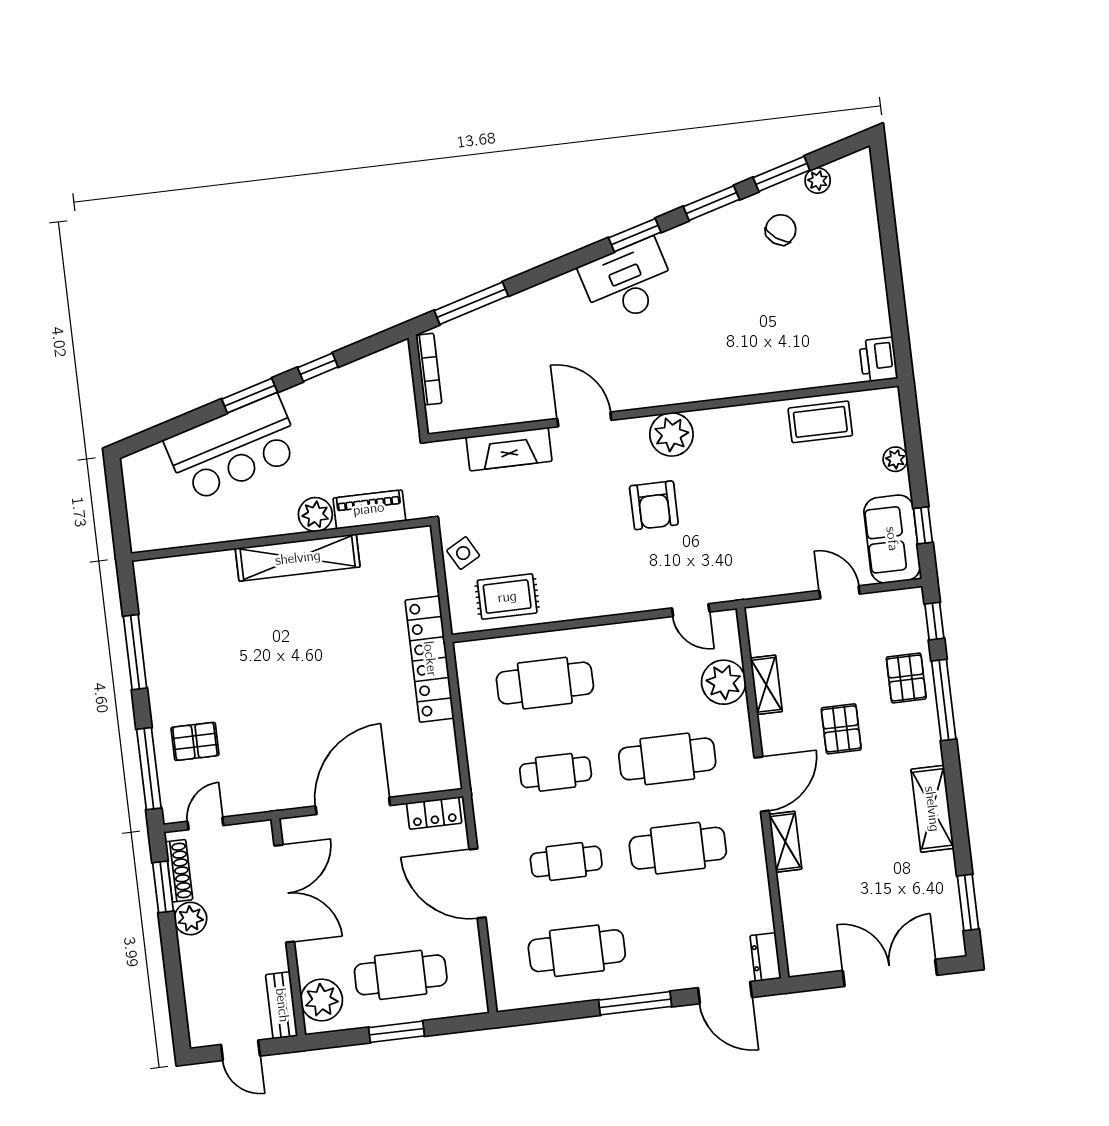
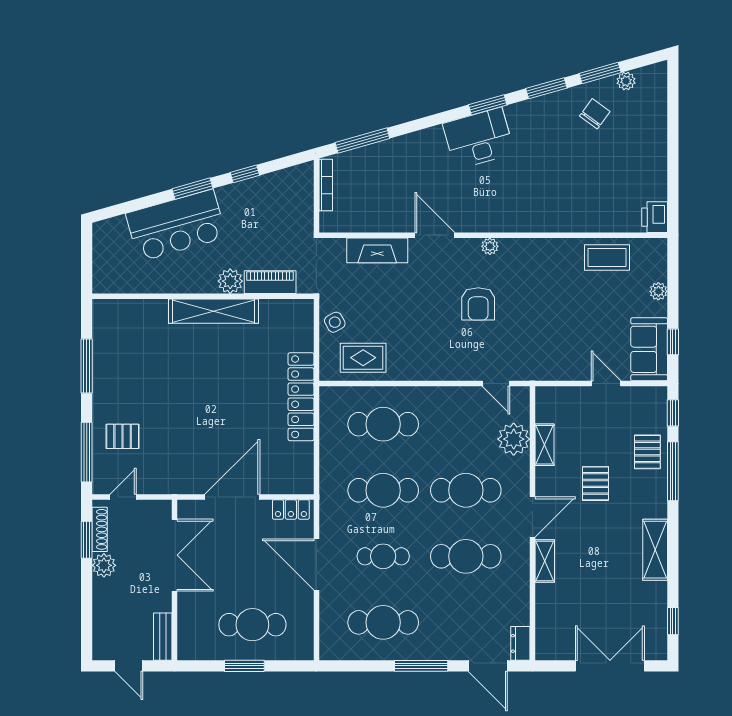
plant: (671, 434) -> (490, 246), width x0.53, depth x0.53
cafe table: (556, 772) -> (383, 490), width x1.37, depth x1.35
window: (968, 902) -> (673, 621), width x0.67
plant: (322, 1000) -> (192, 636), removed

